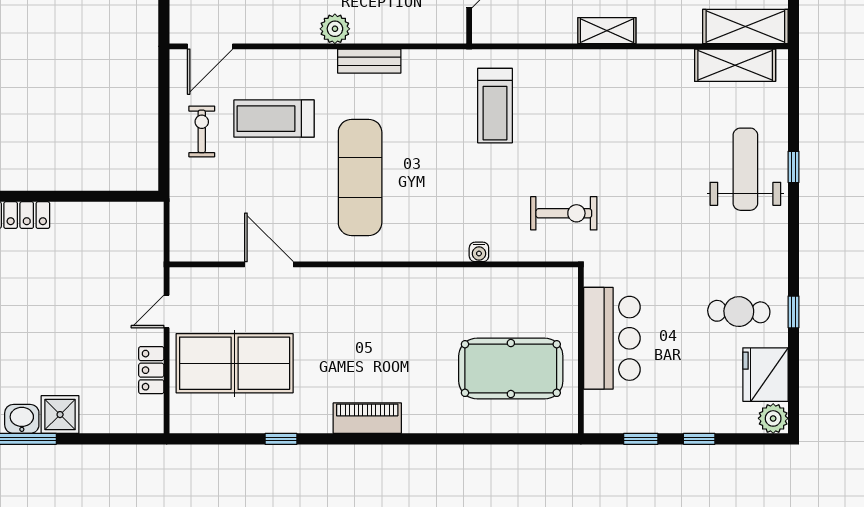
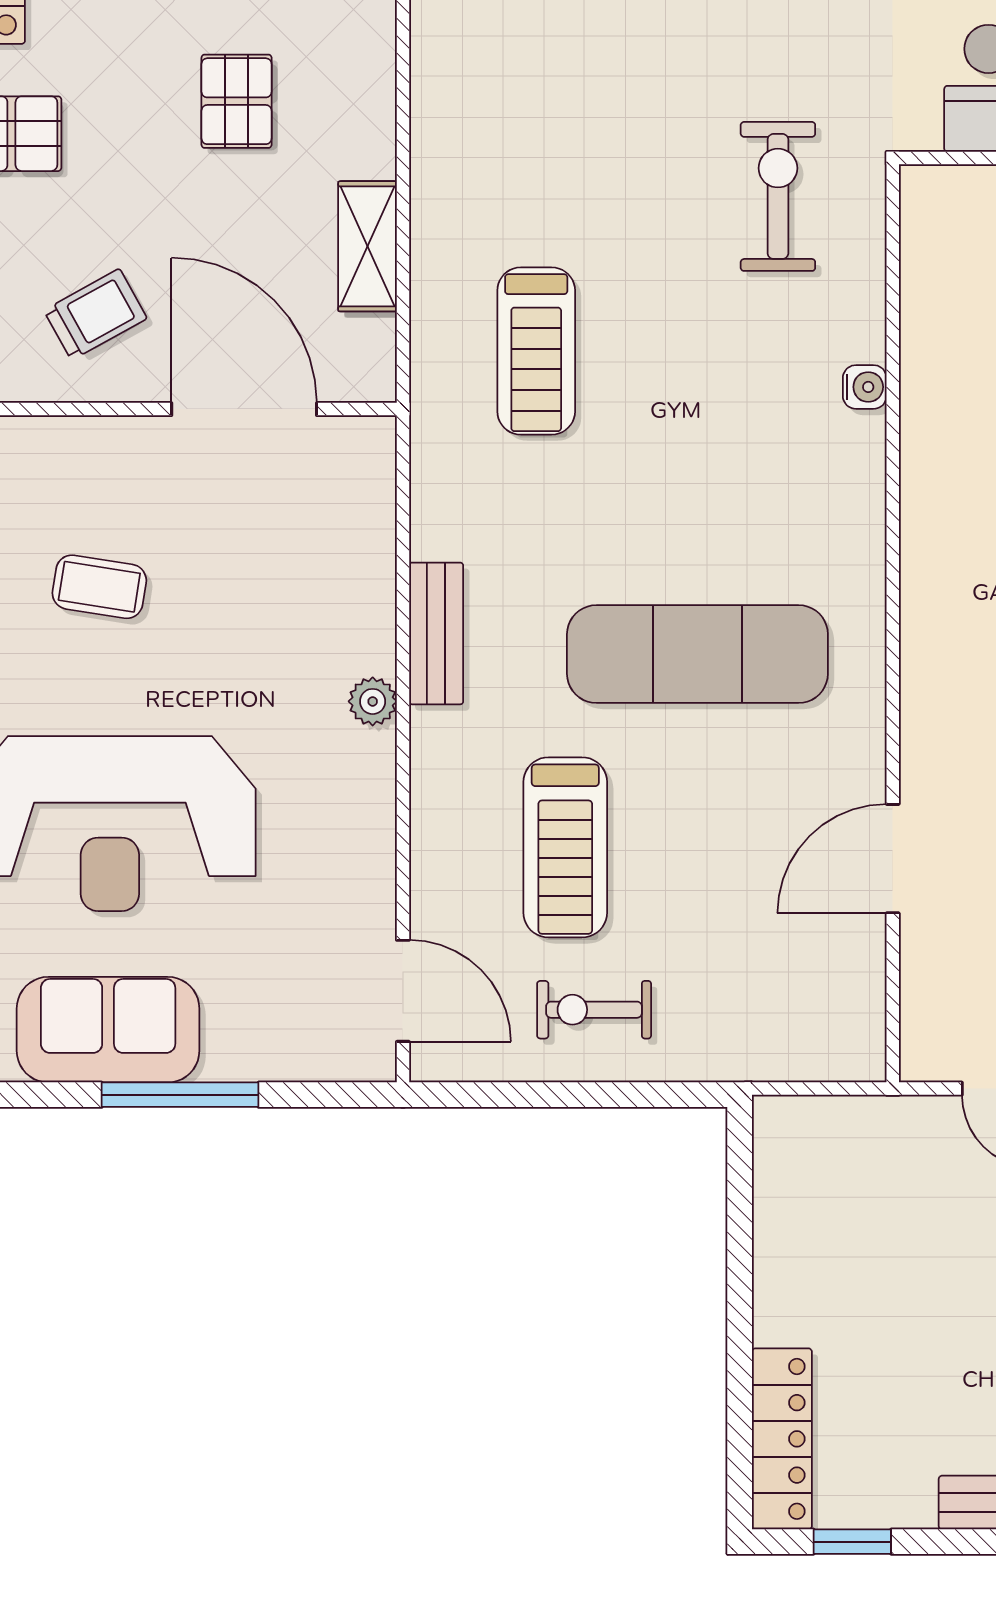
plant: (335, 29) -> (373, 701), width x0.73, depth x0.73
shelving: (607, 31) -> (368, 246), moved
treadmill: (495, 106) -> (536, 351), turned 90

